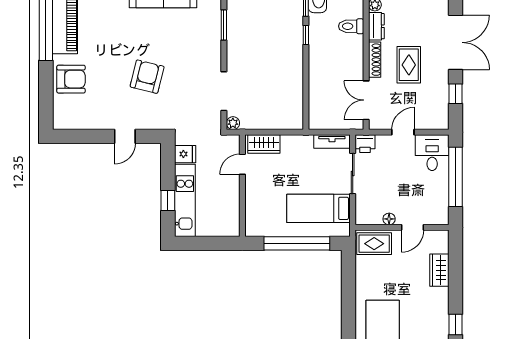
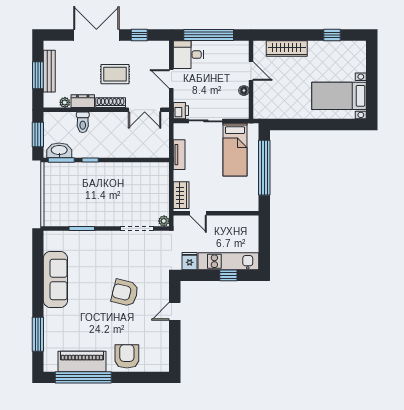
door: (125, 136) -> (175, 311), swing flipped
tv unit: (332, 142) -> (179, 155), moved
rug: (374, 244) -> (264, 103), removed
wardrobe: (439, 270) -> (287, 48), width x1.50

